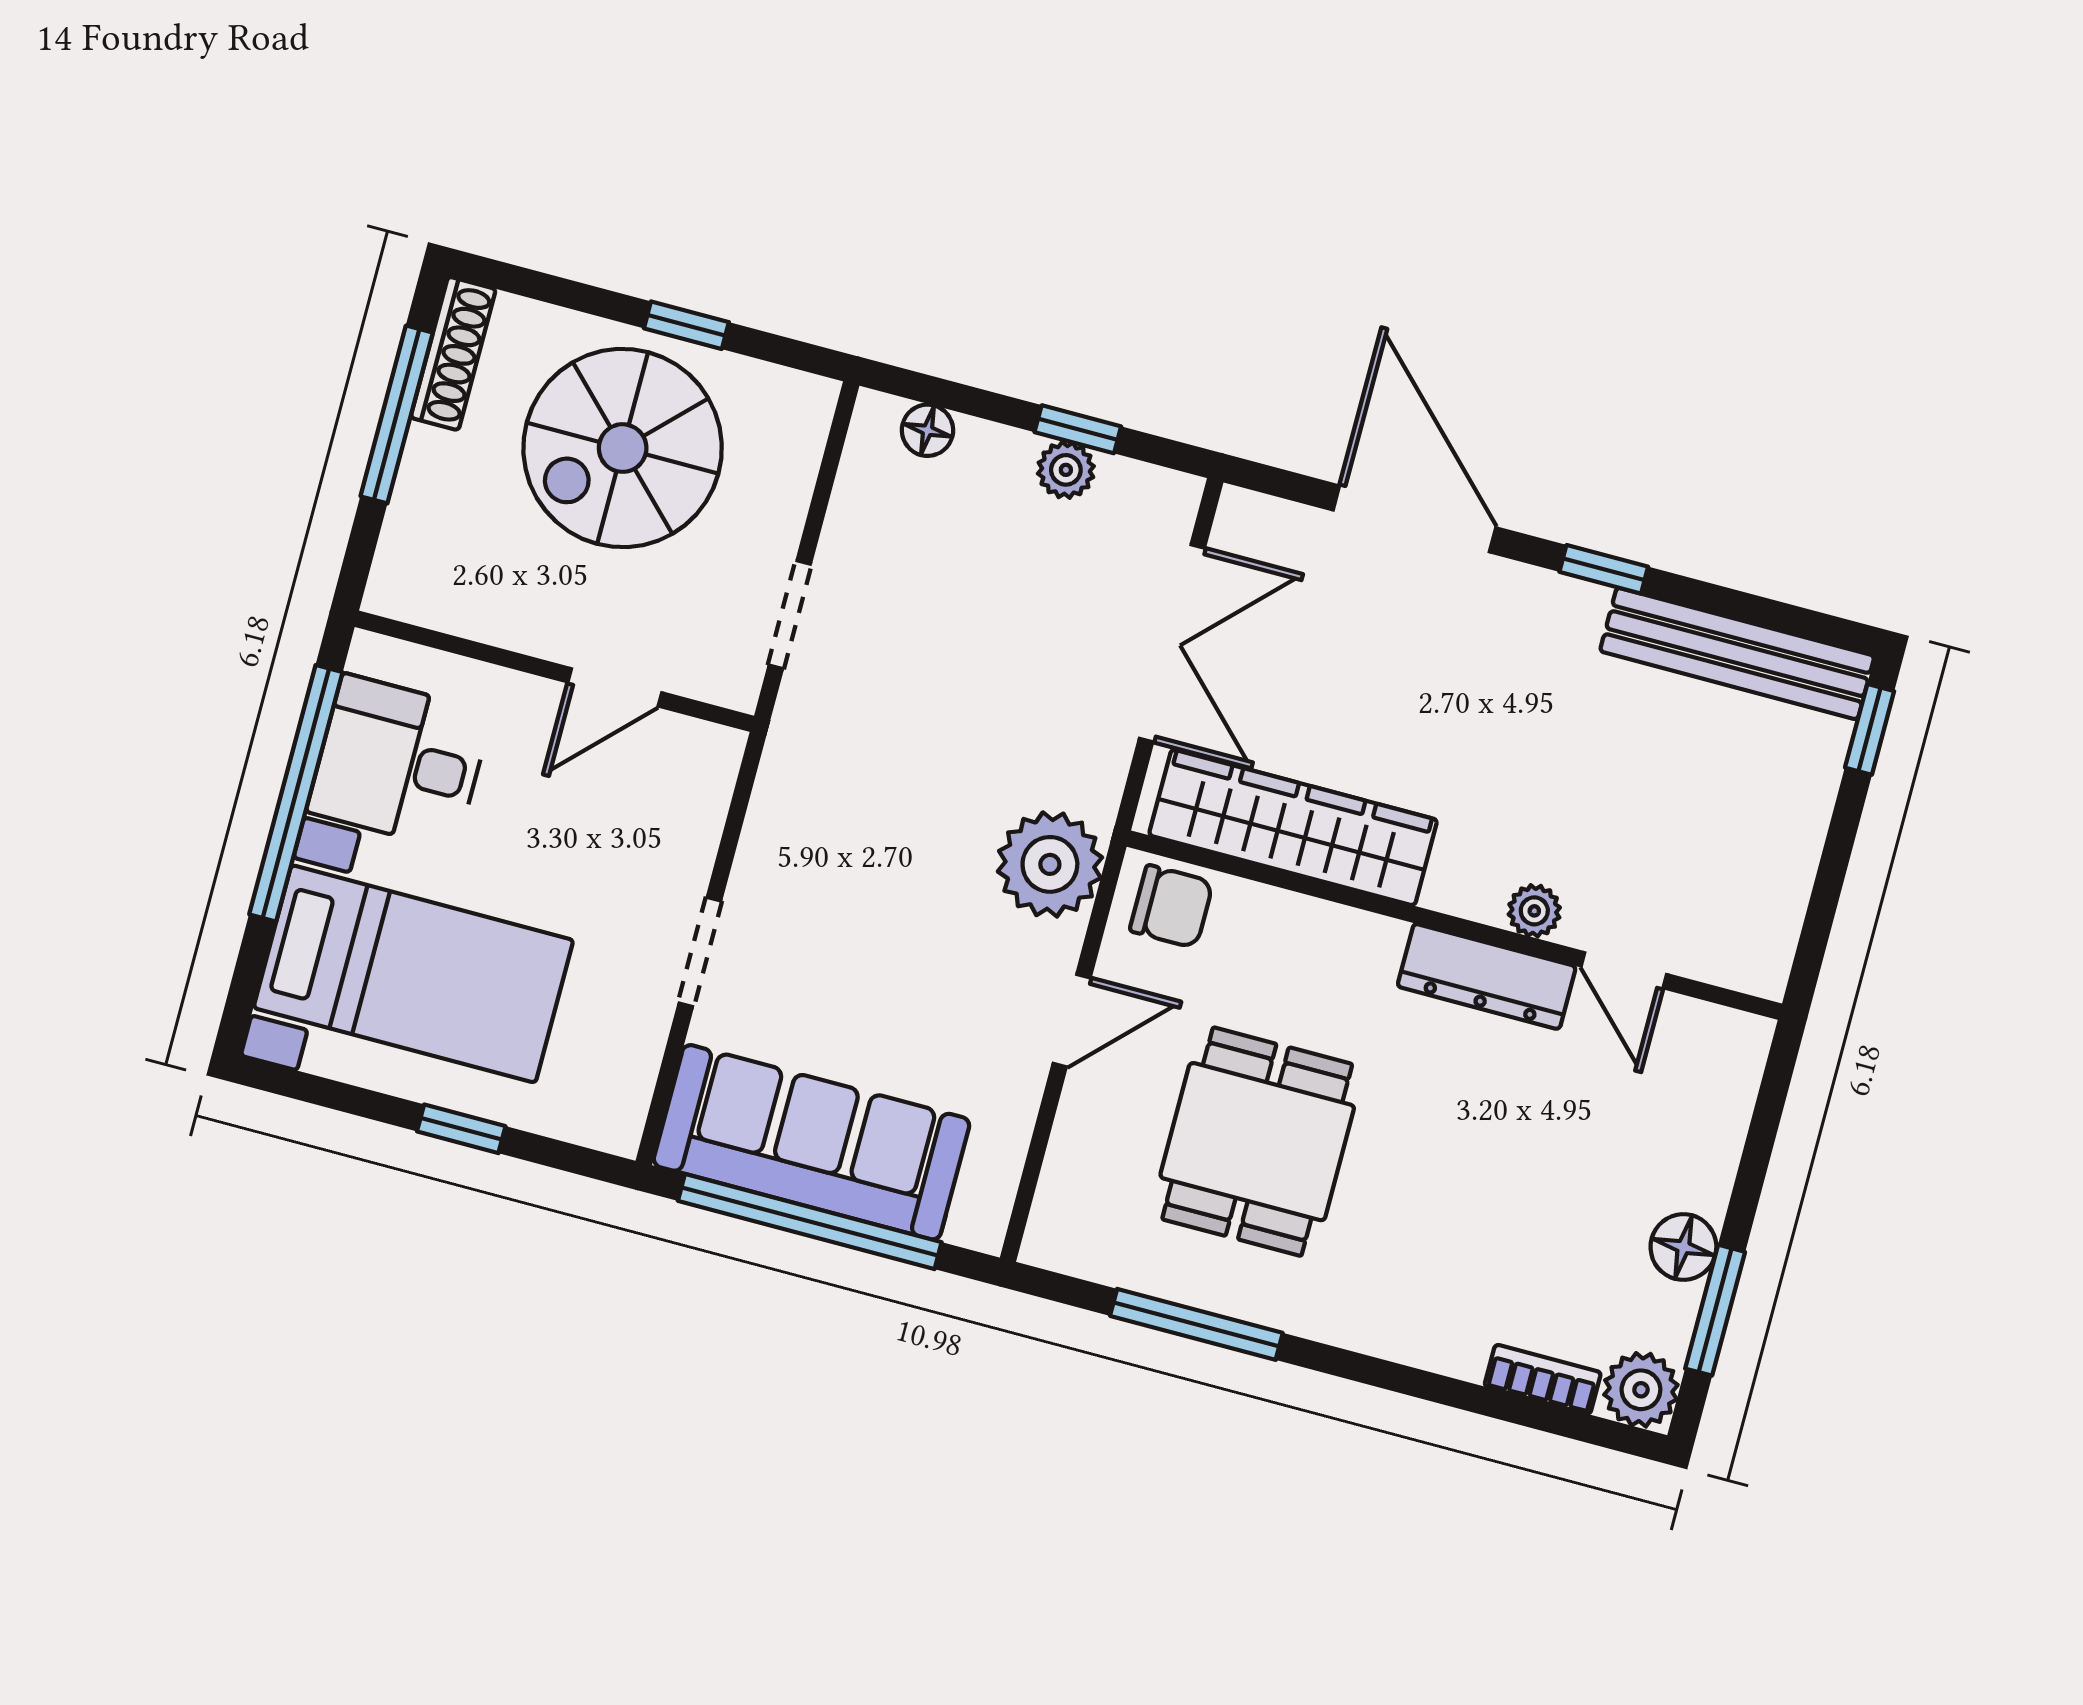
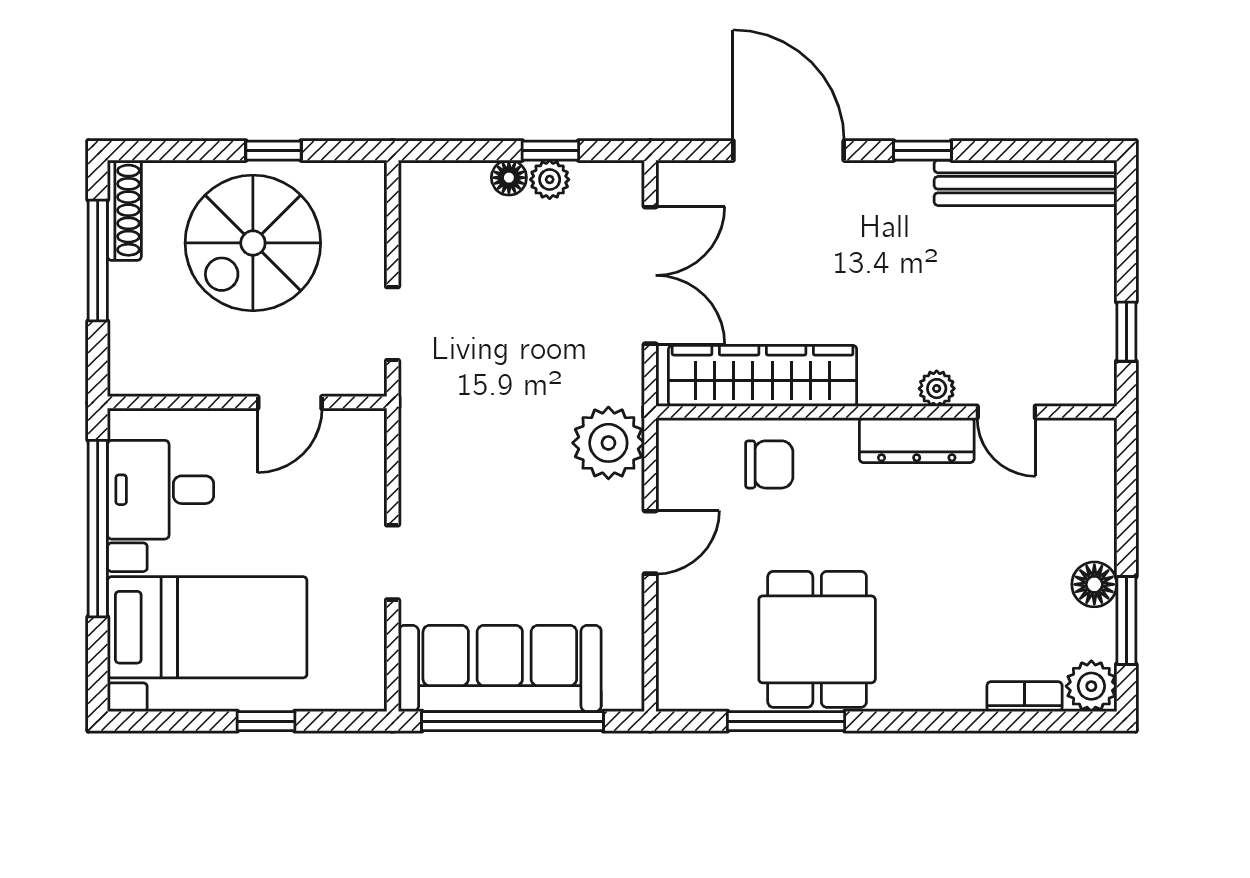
floor lamp: (927, 430) -> (509, 178), moved
window: (1870, 729) -> (1126, 332), moved
chair: (1171, 906) -> (769, 464), moved
dining table: (1257, 1142) -> (817, 639), moved

